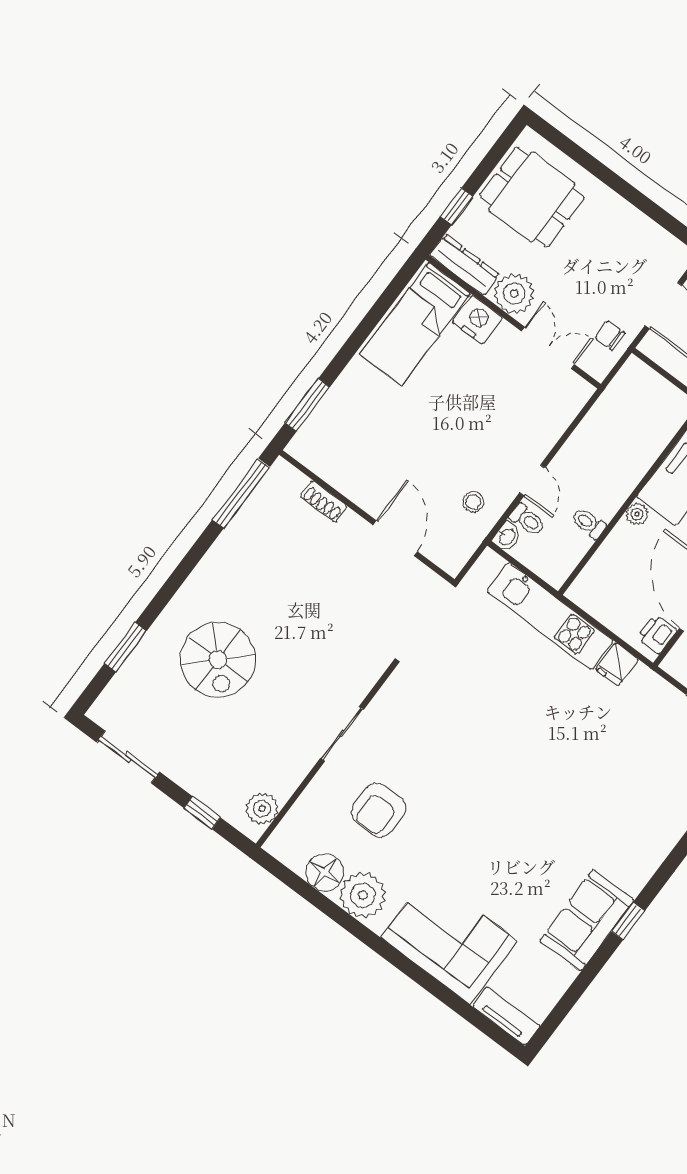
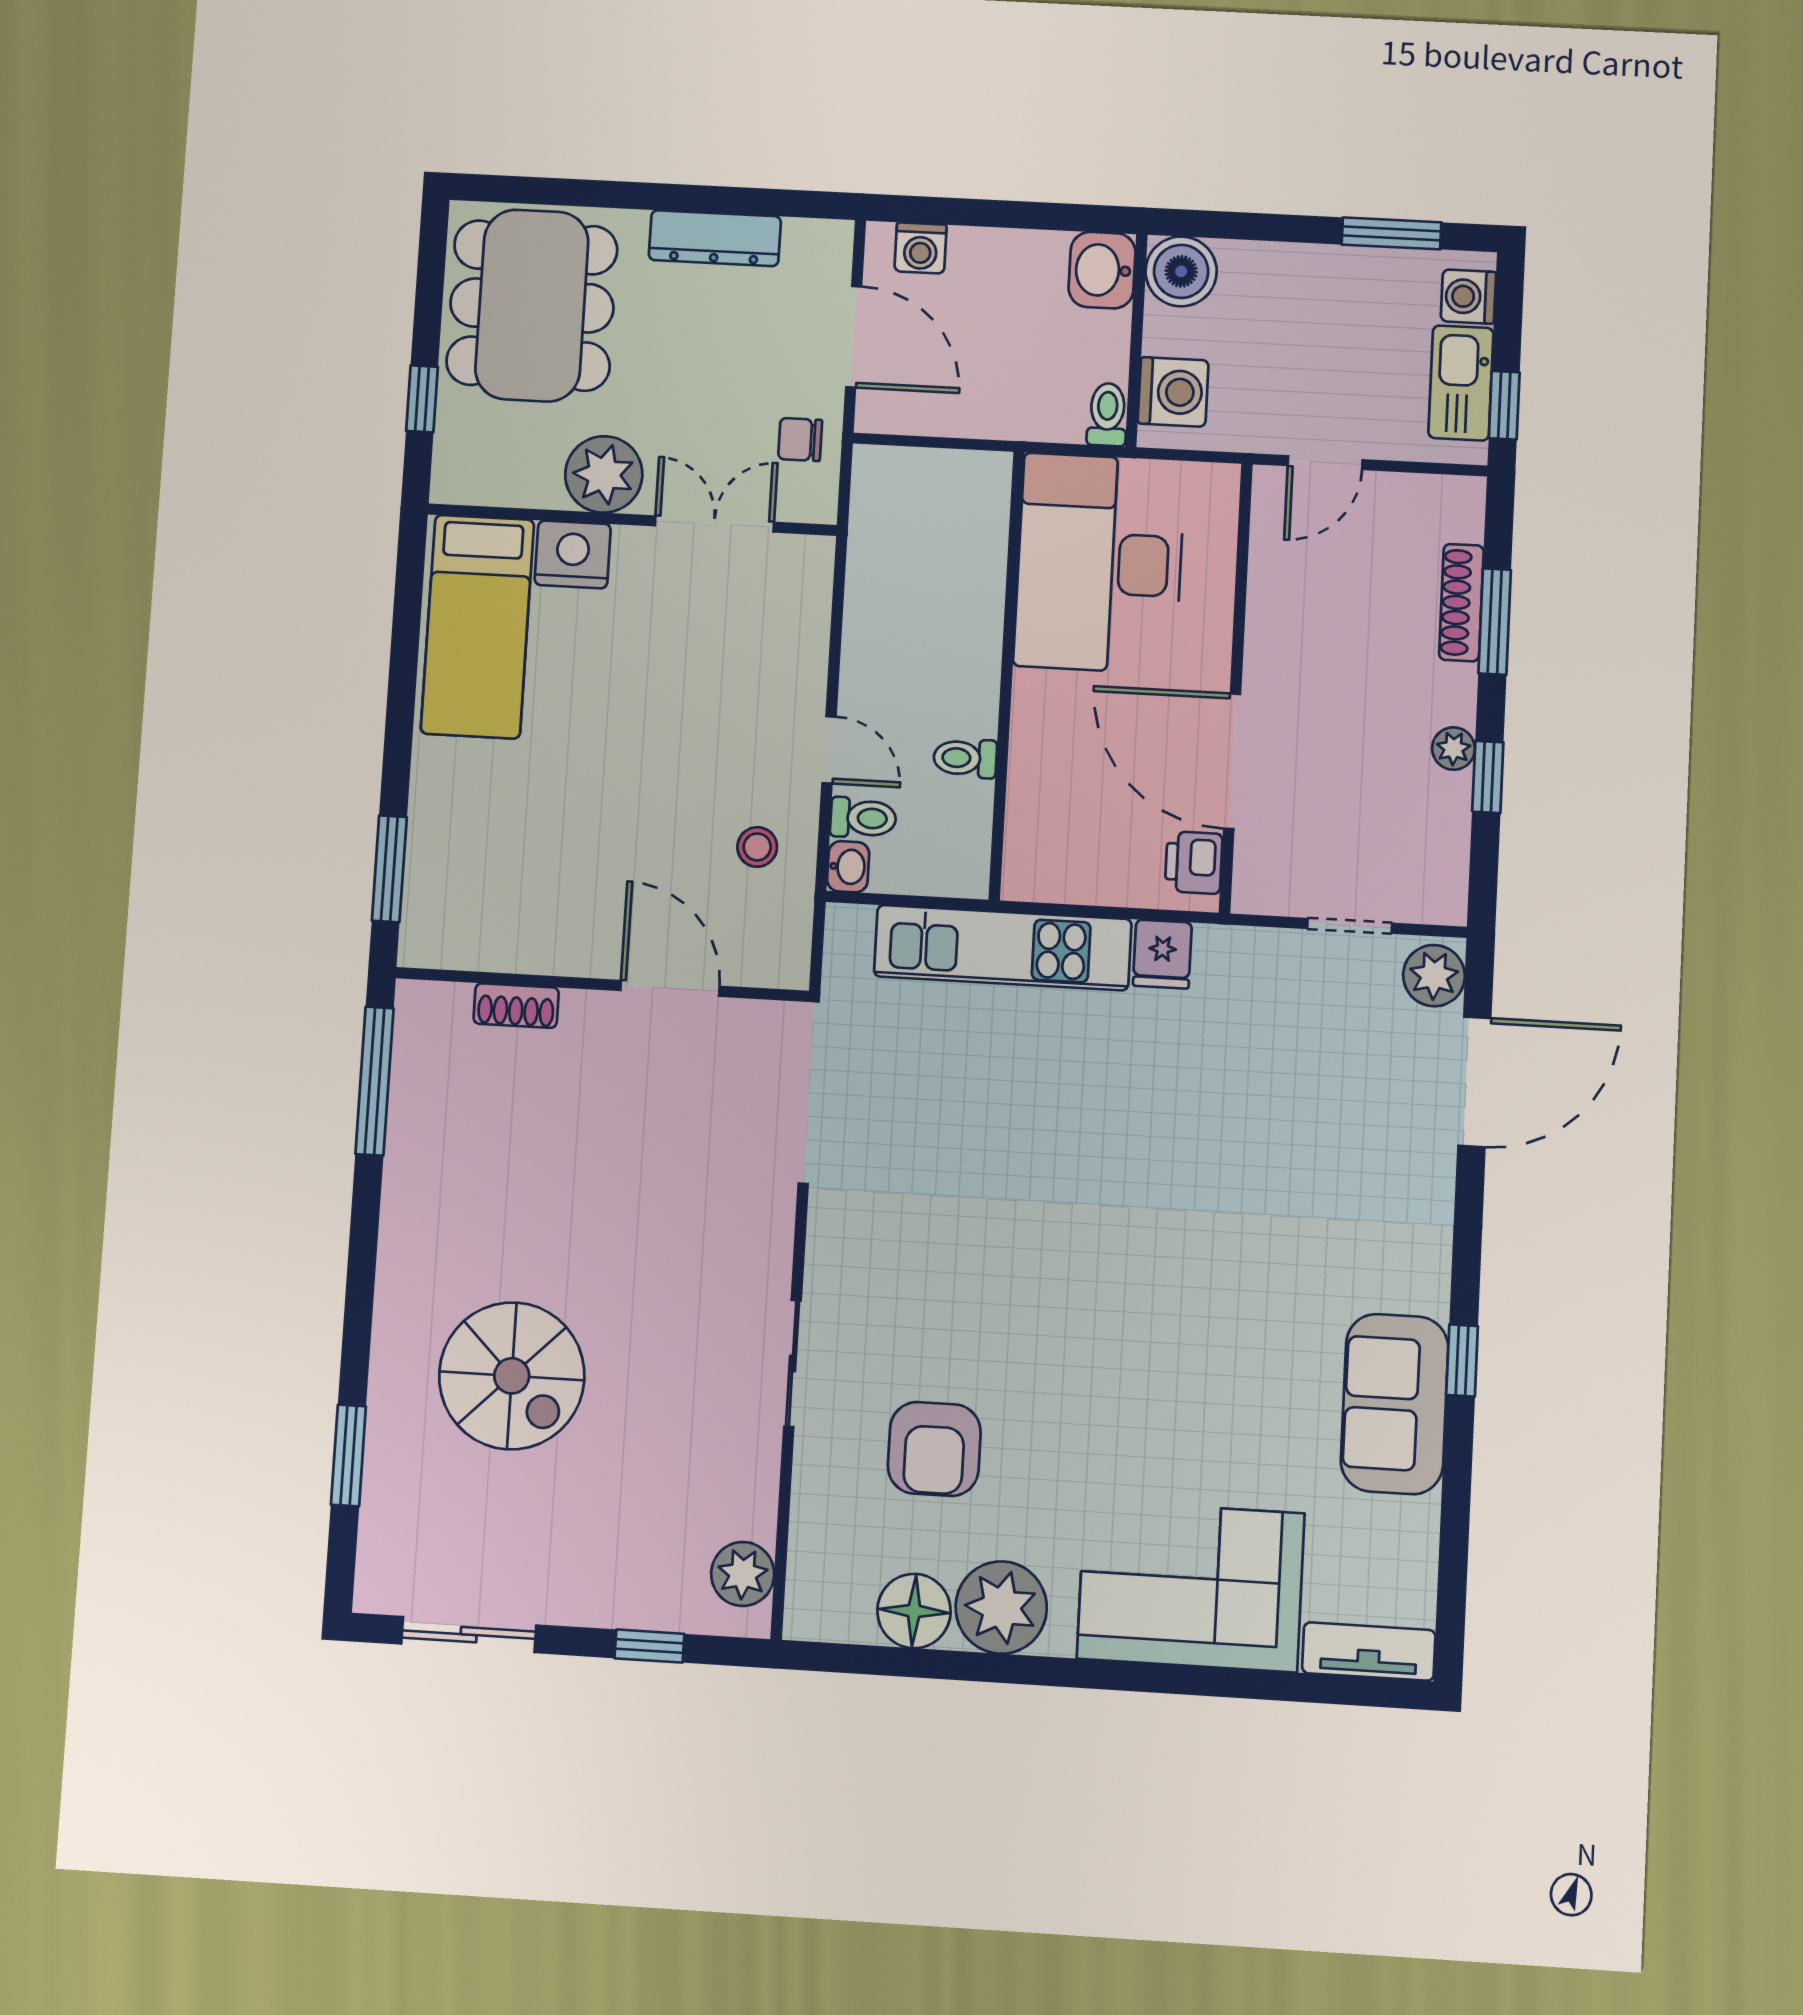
dining table: (532, 197) -> (532, 305), width x1.38
dresser: (465, 265) -> (715, 238), moved, turned 180
plant: (637, 514) -> (1033, 692), removed

